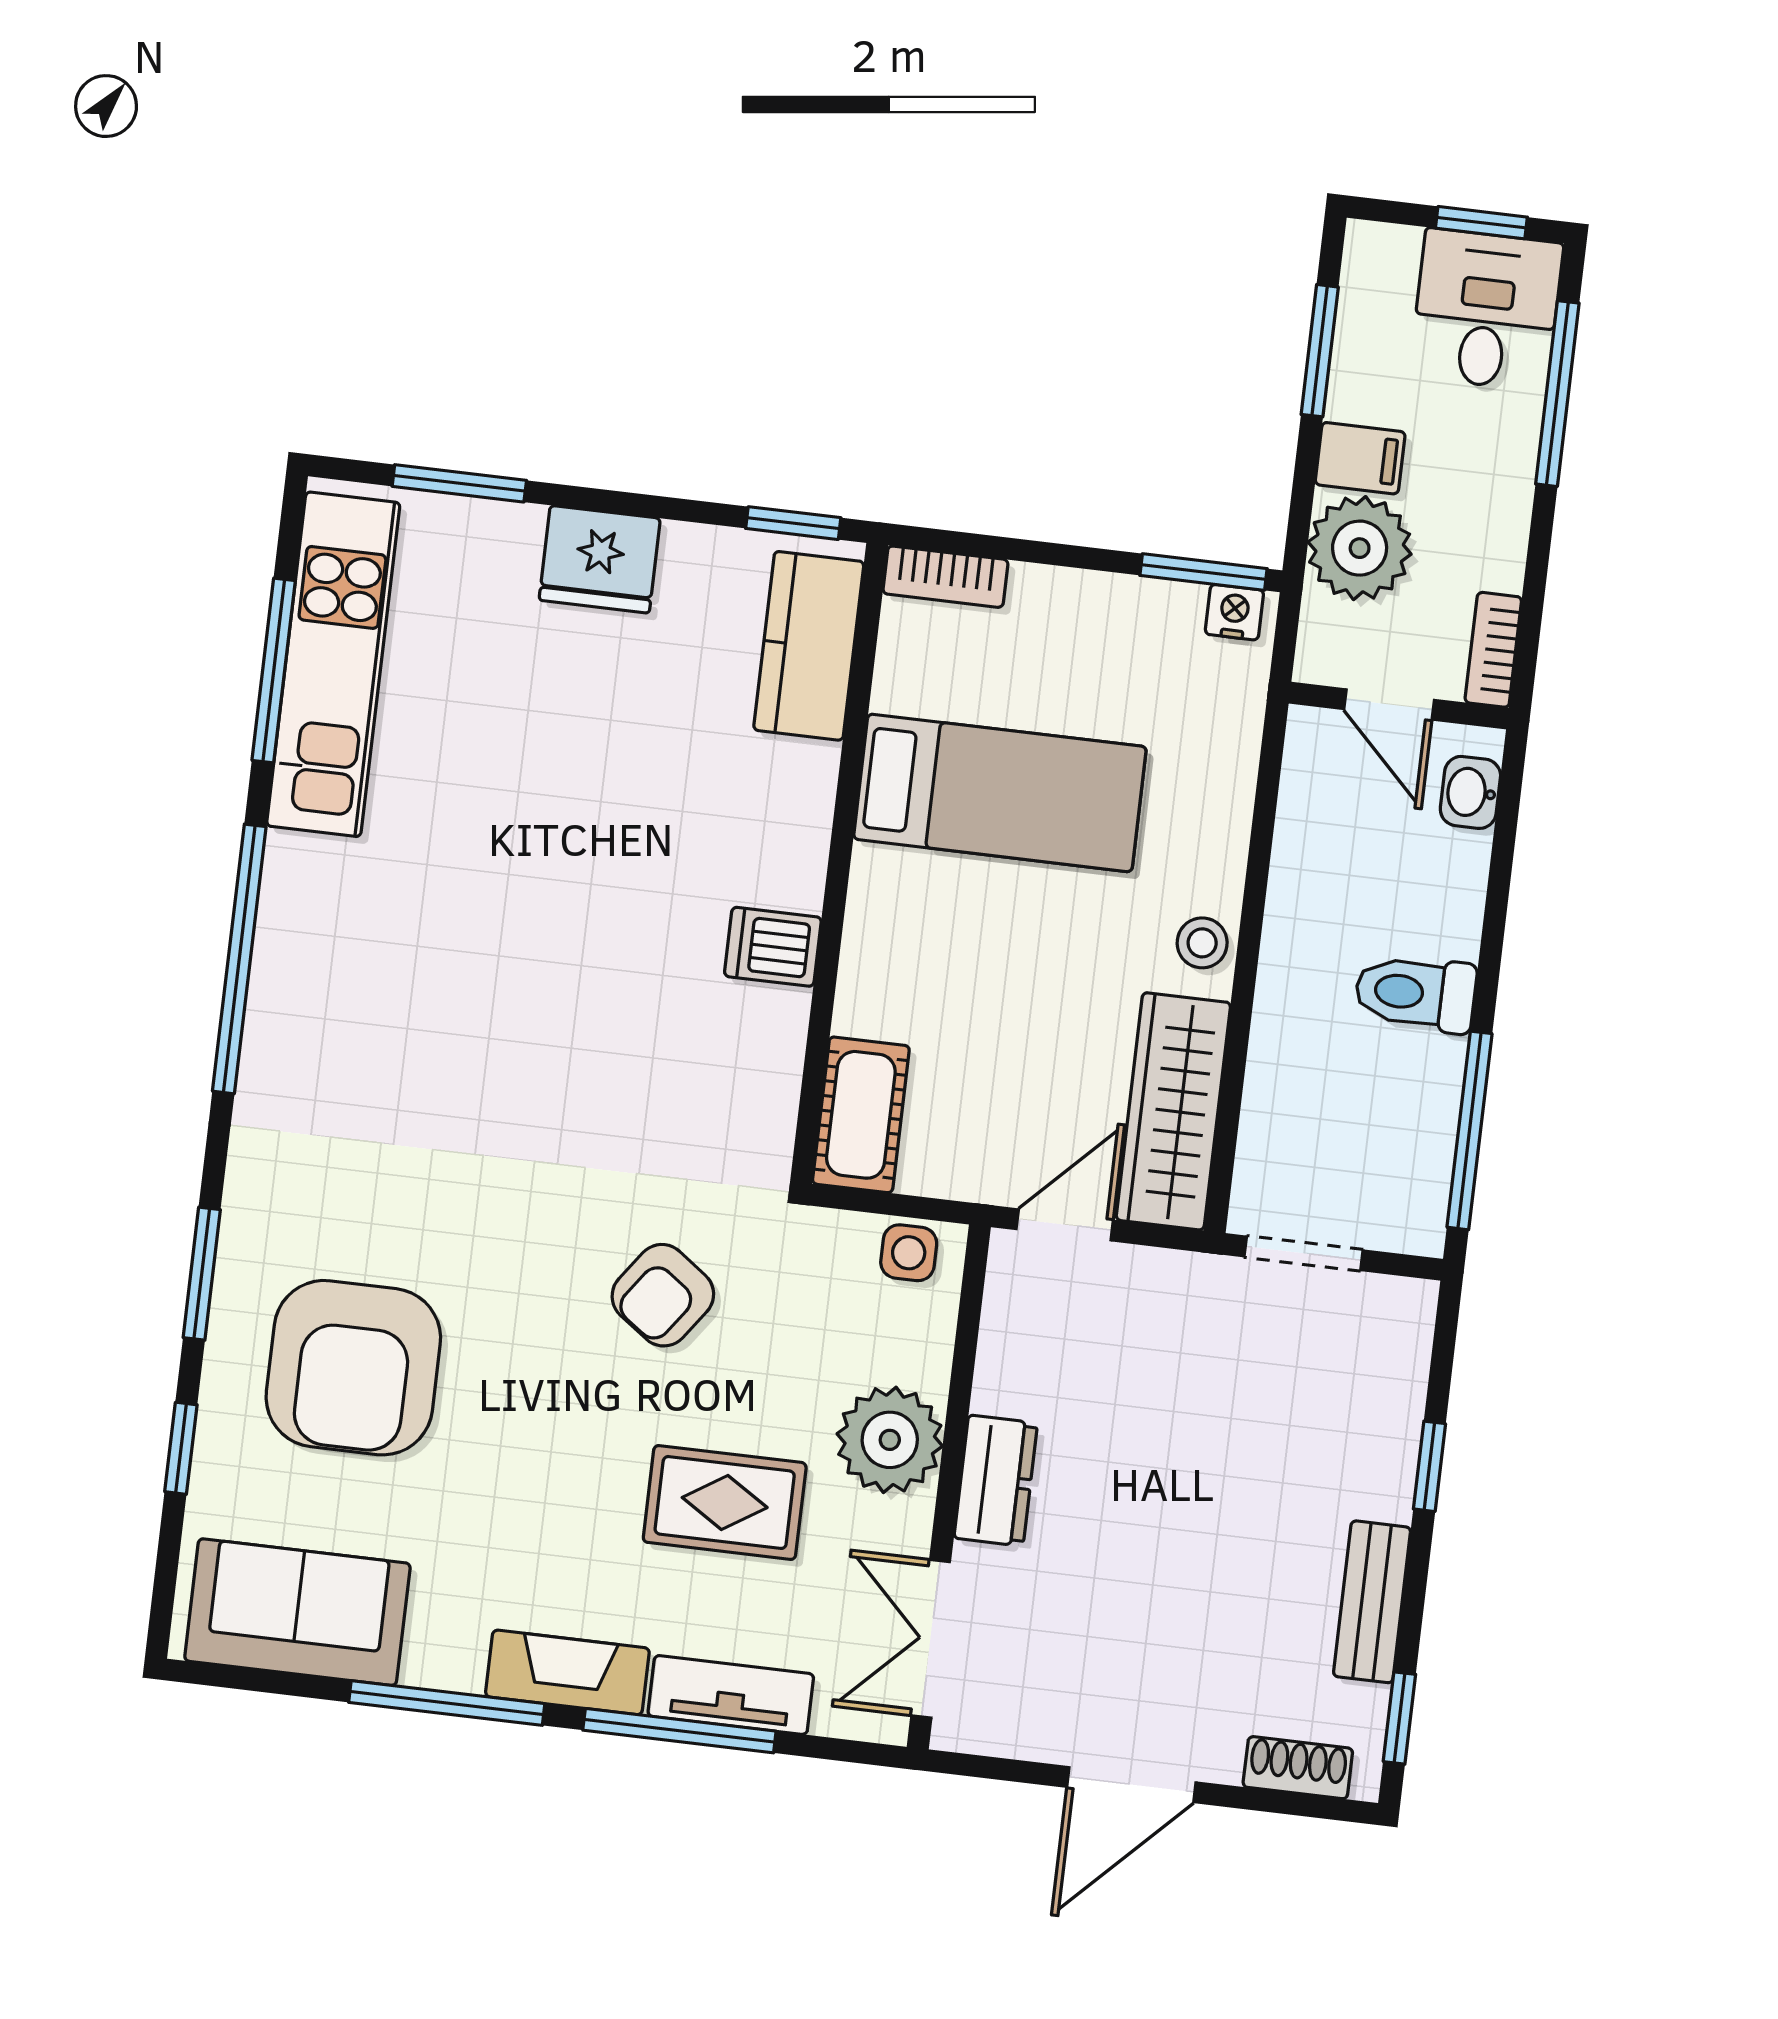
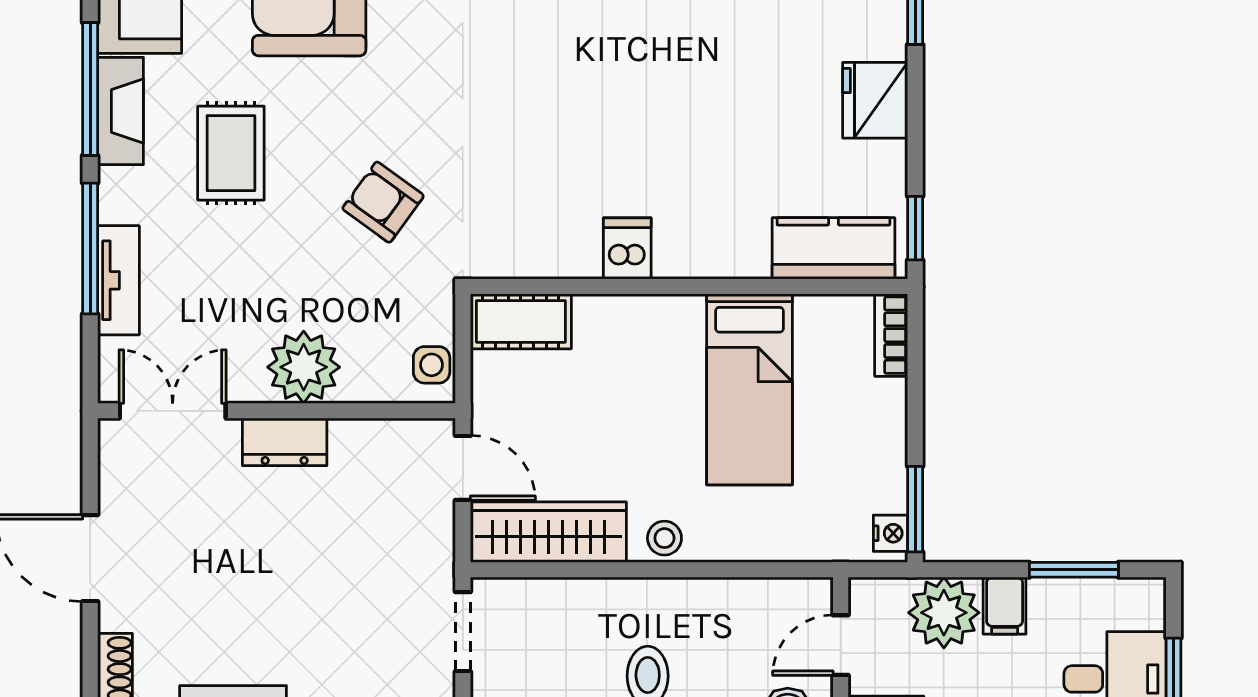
rug: (725, 1502) -> (231, 153), moved
fireplace: (567, 1672) -> (121, 111), moved

